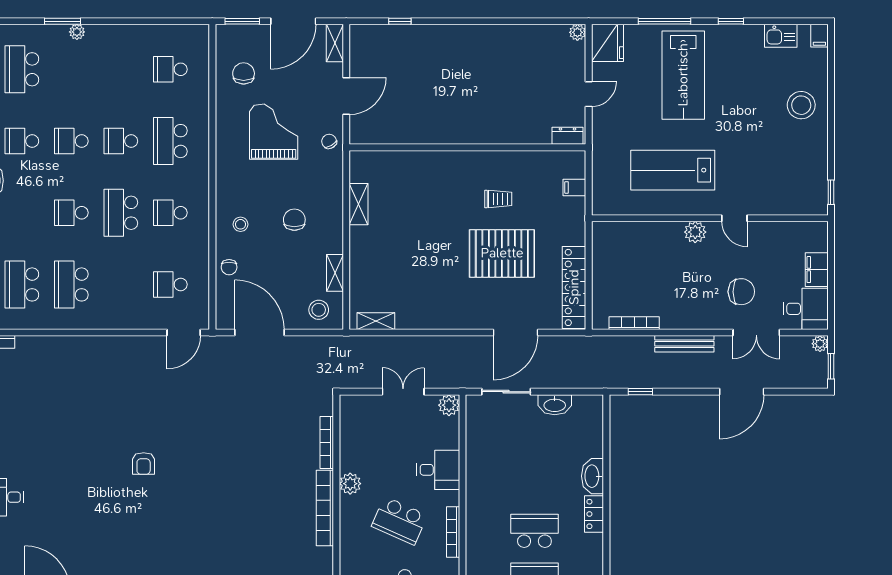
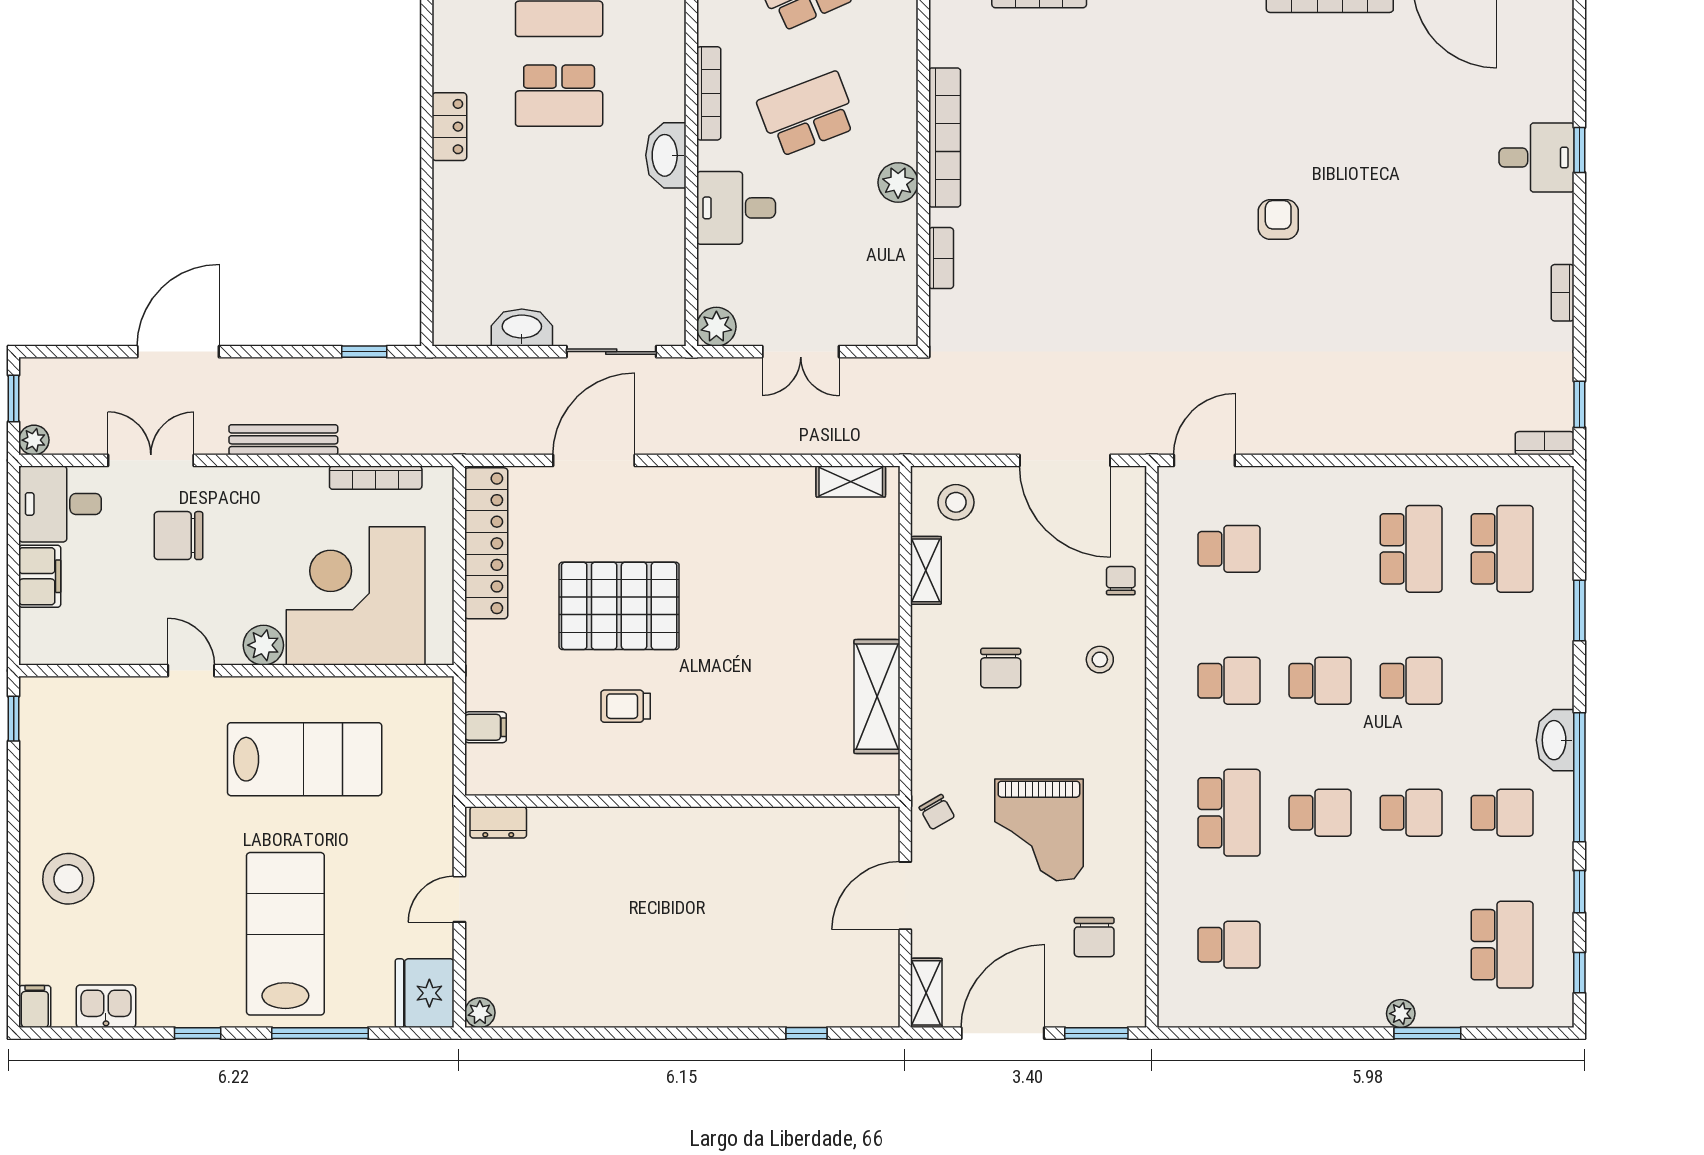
shelving: (359, 204) -> (877, 697), width x1.50, depth x1.33
school desk: (121, 213) -> (1320, 681), width x0.54
corner desk: (645, 259) -> (356, 596), added
bookcase: (327, 443) -> (941, 258), width x0.64
washbasin: (593, 476) -> (666, 155), moved, turned 180
school desk: (399, 521) -> (807, 114), turned -45

